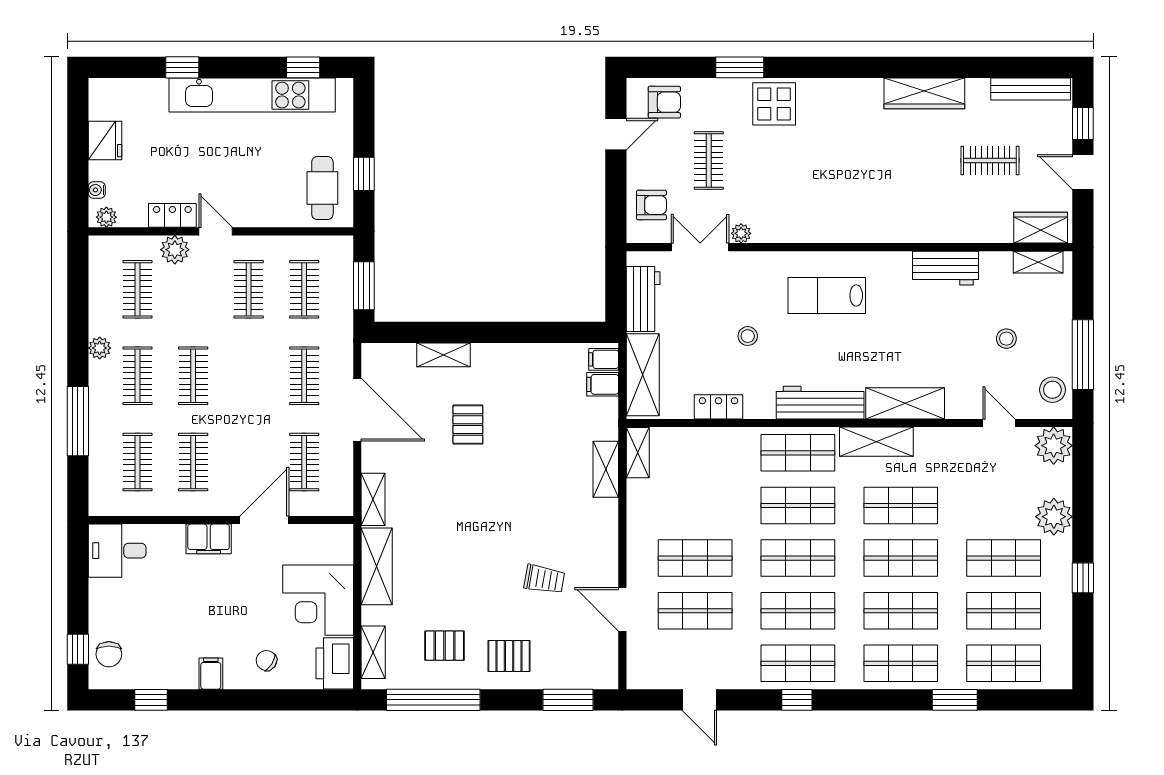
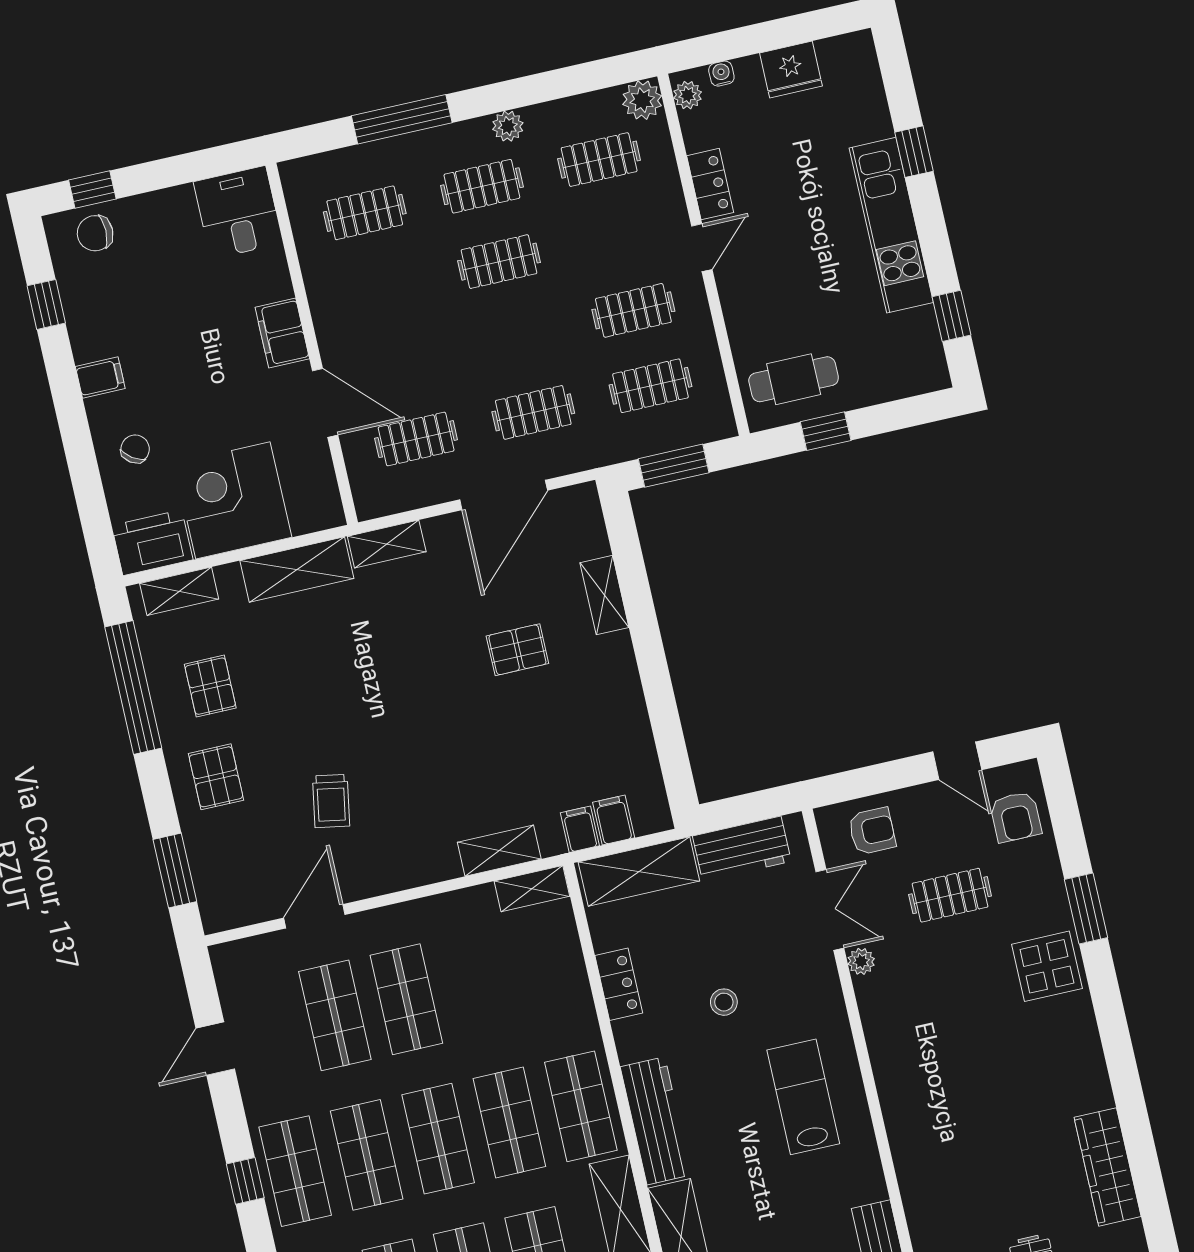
kitchen unit: (252, 95) -> (891, 225), width x0.73
armchair: (651, 205) -> (872, 831), turned -90
plant: (175, 250) -> (642, 100), moved
filing cabinet: (604, 359) -> (580, 829), moved
clothes rail: (193, 462) -> (382, 288), removed

